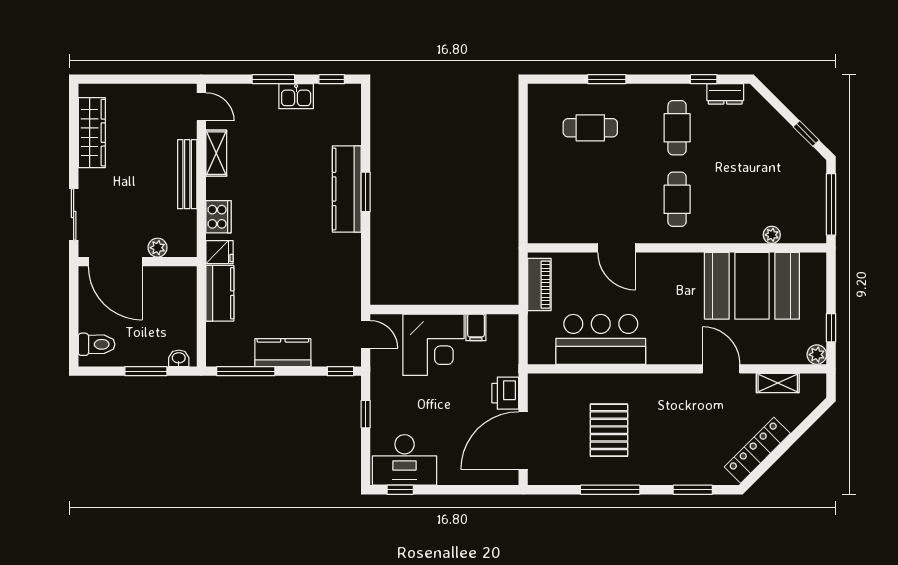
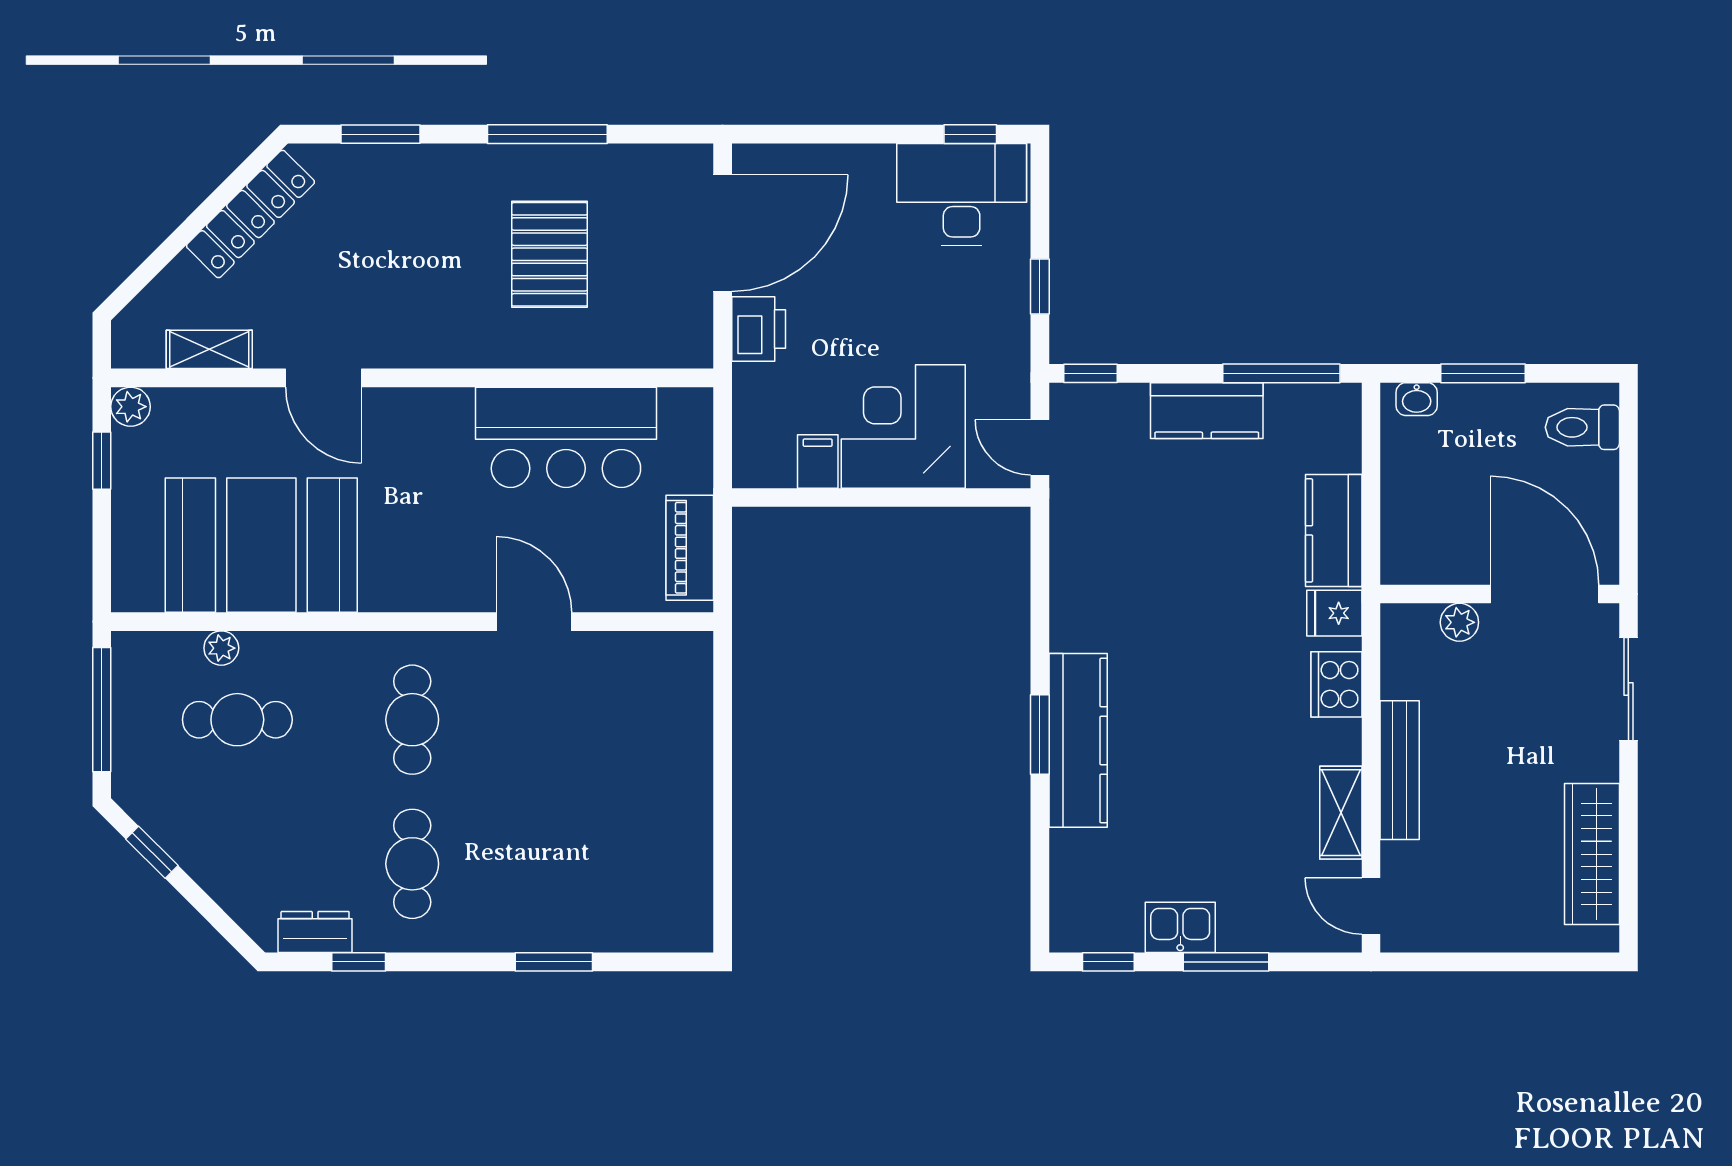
cafe table: (590, 128) -> (237, 720), moved

